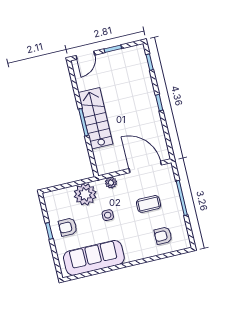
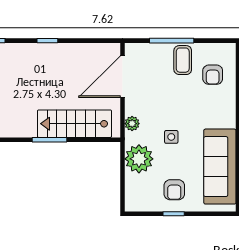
stairs: (96, 118) -> (74, 124), moved
coffee table: (149, 204) -> (183, 60), moved

